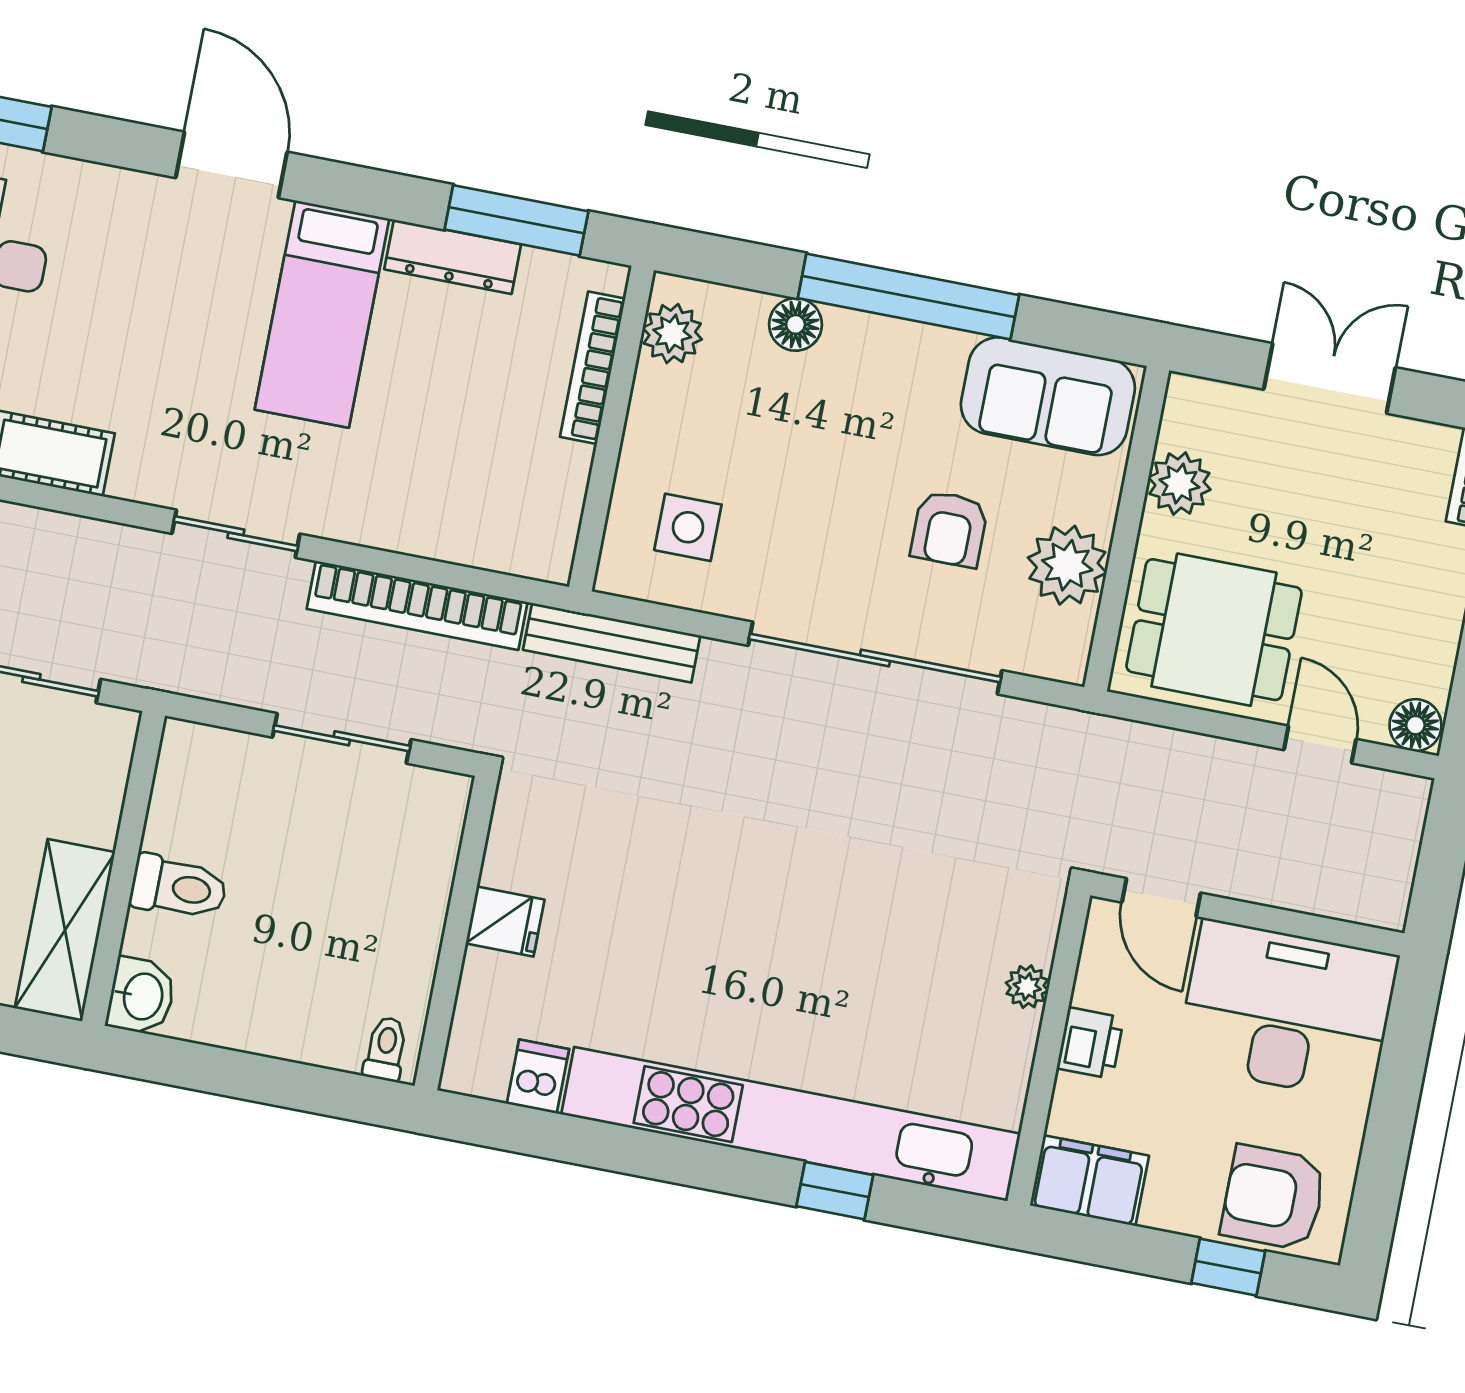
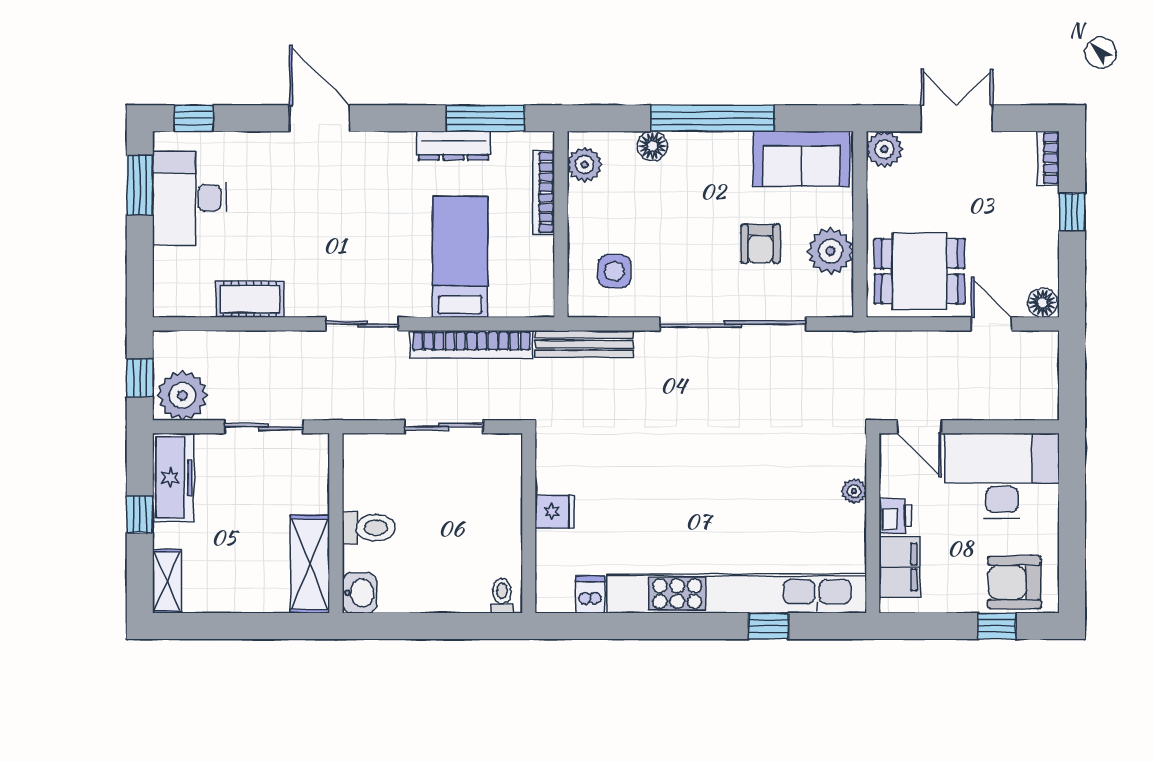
bed: (322, 314) -> (460, 257), moved, turned 180
plant: (1179, 483) -> (884, 149), moved
filing cabinet: (1089, 1181) -> (900, 567), moved, turned 90

